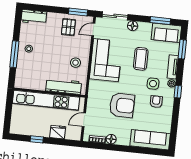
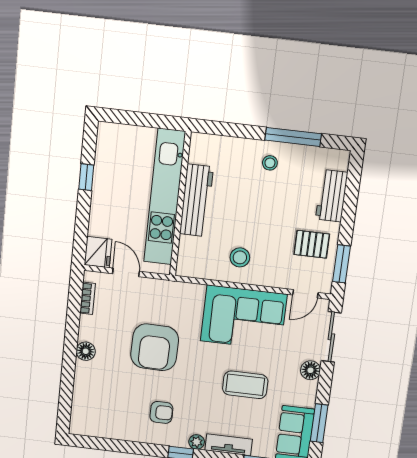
workbench: (34, 17) -> (332, 196), moved
door: (93, 30) -> (305, 294), swing flipped
window: (14, 54) -> (293, 137), moved
side table: (153, 84) -> (196, 407), removed
workbench: (64, 86) -> (196, 200), moved
fridge: (58, 132) -> (98, 252), moved
floor lamp: (111, 139) -> (86, 351), moved
sofa: (150, 140) -> (88, 400), removed

